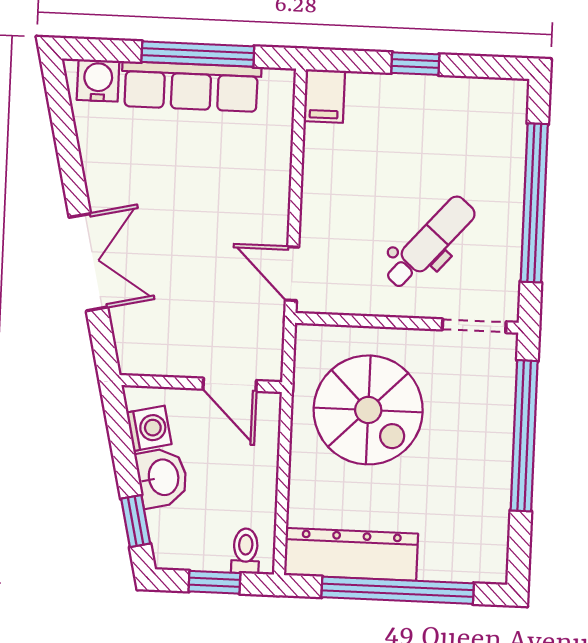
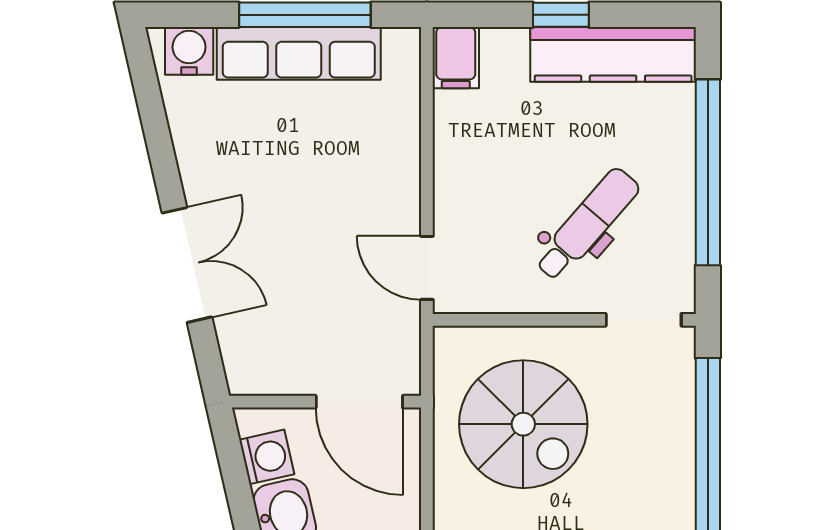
kitchen counter: (458, 99) -> (613, 54), added
door: (230, 385) -> (359, 402), width x1.38

